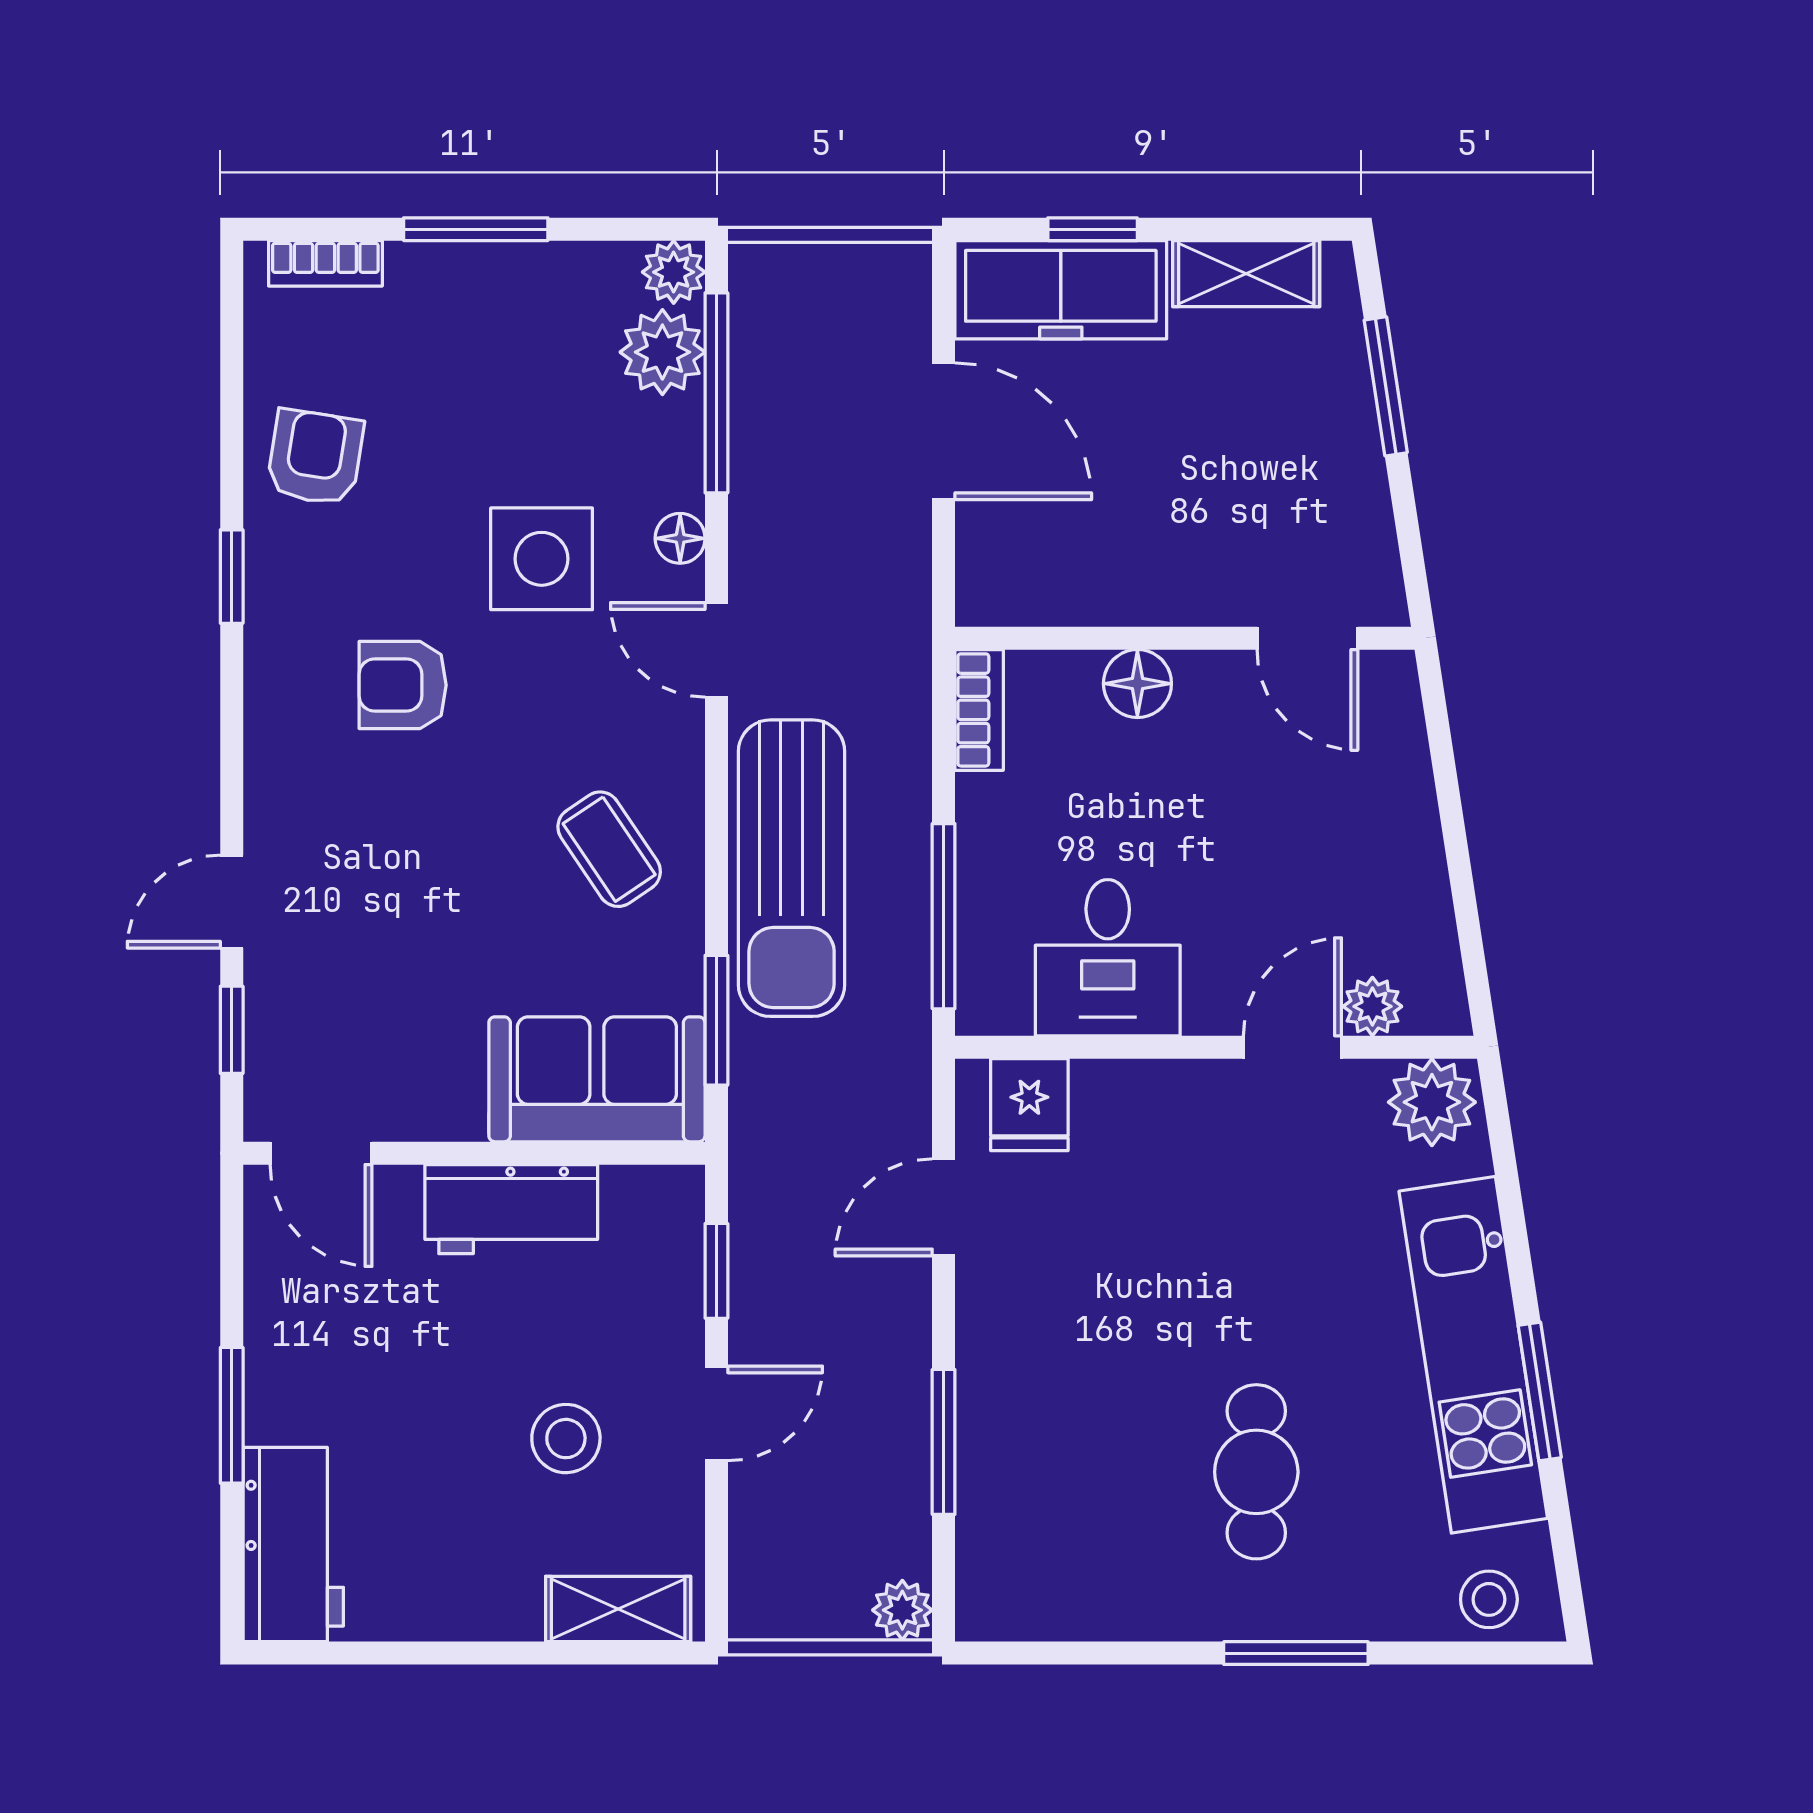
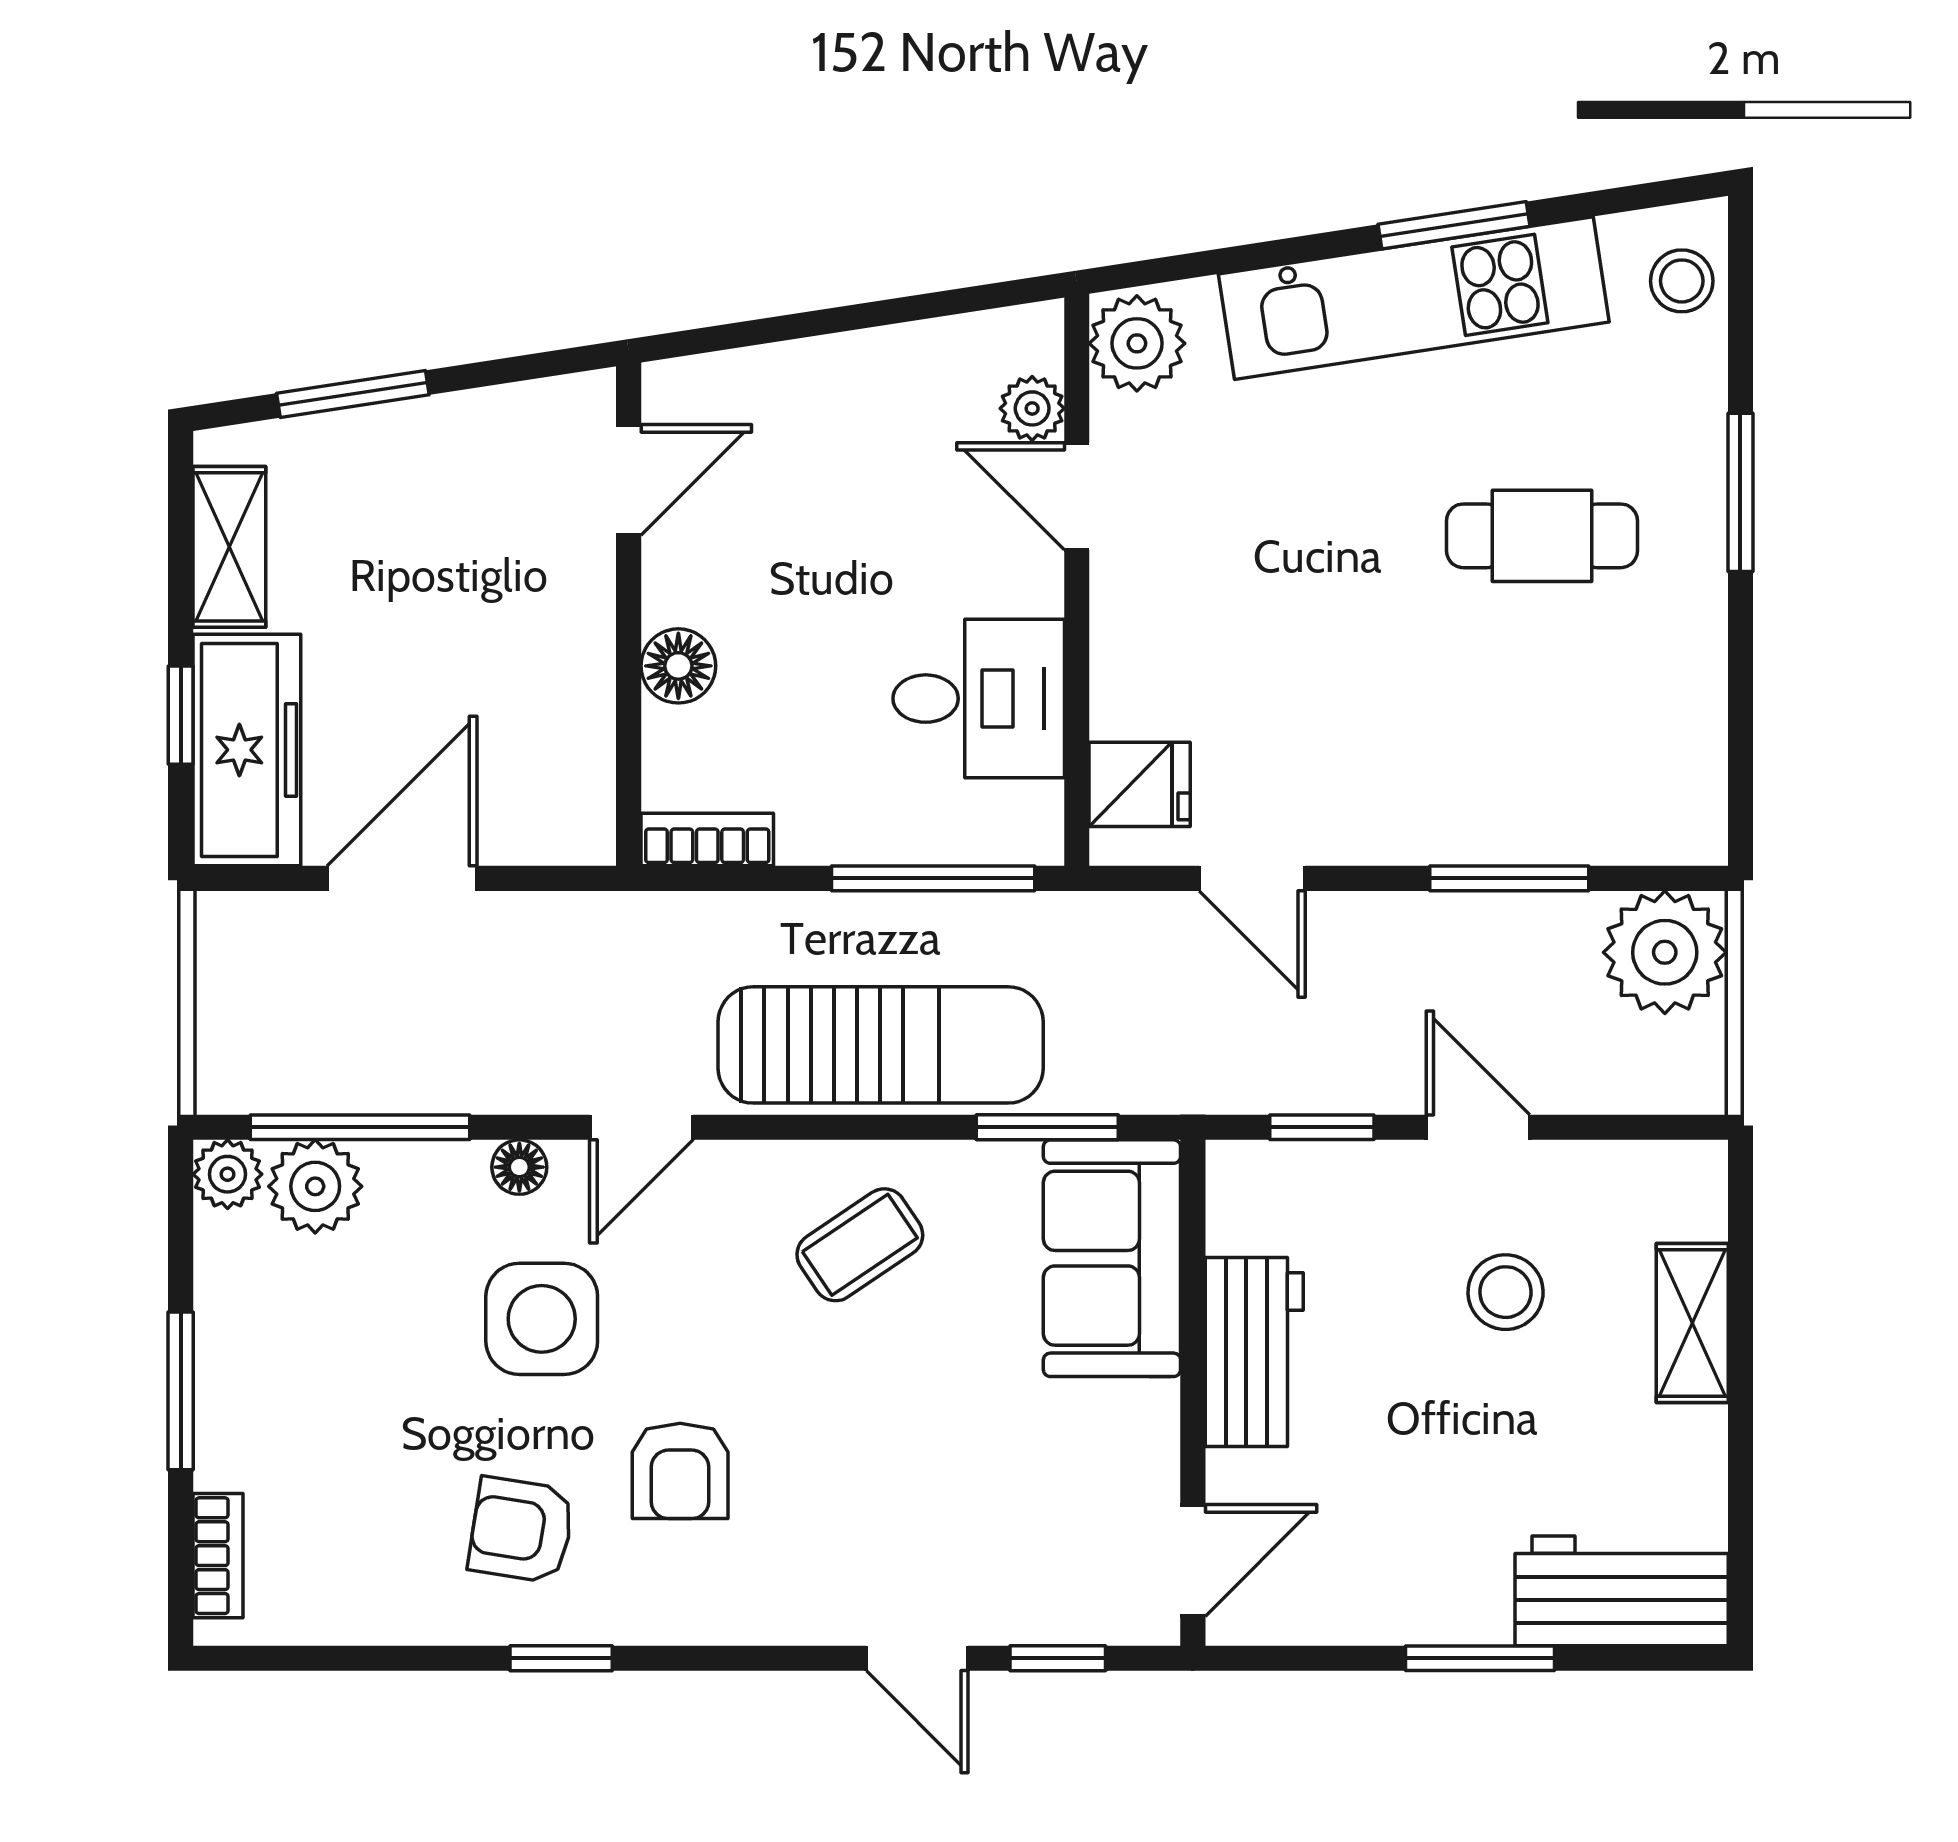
armchair: (315, 457) -> (521, 1530), moved
shelving: (618, 1609) -> (1692, 1323), moved
plant: (902, 1610) -> (1665, 952), width x1.88, depth x1.88

